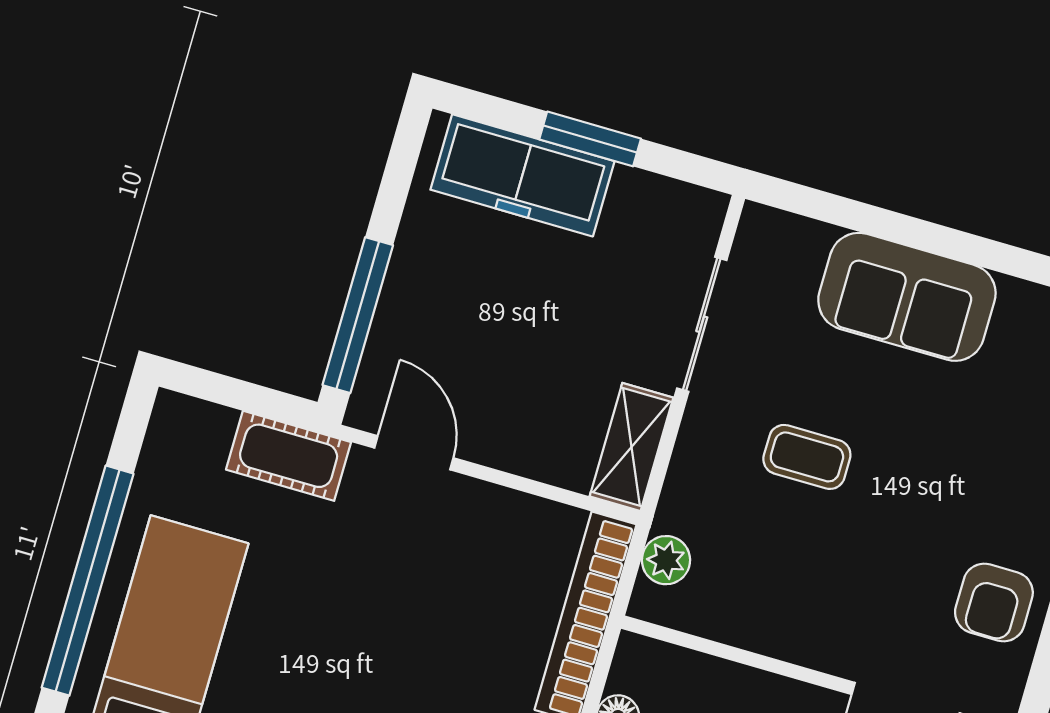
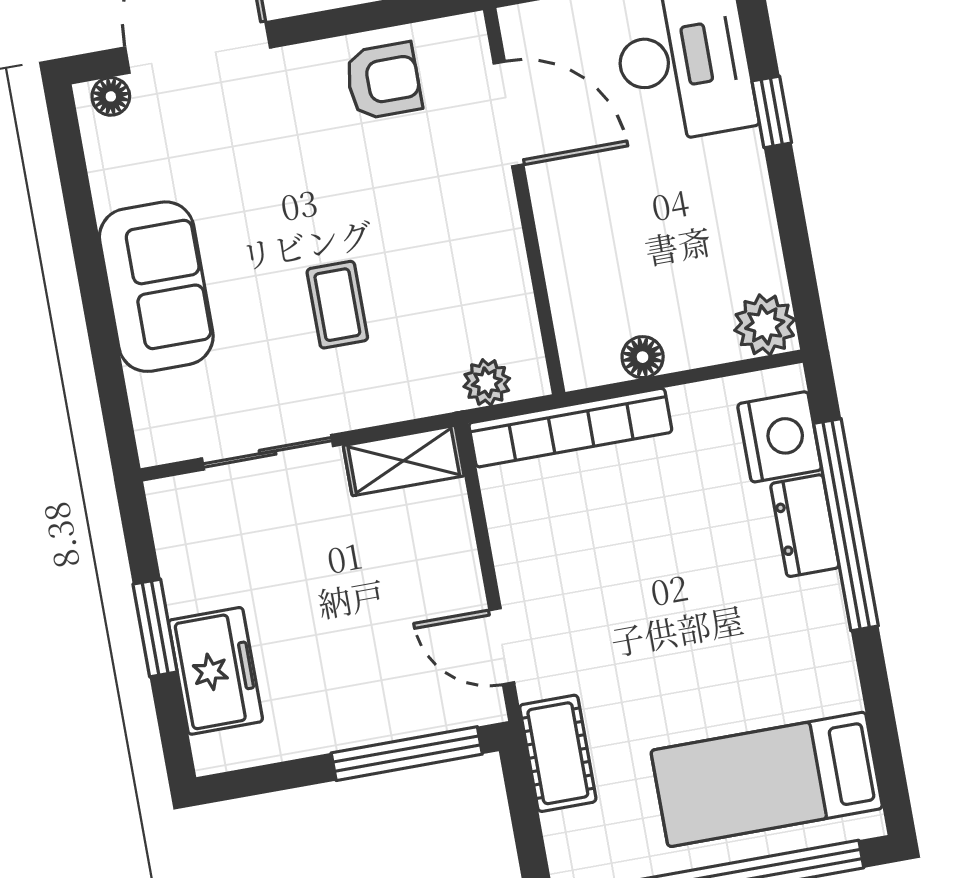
freezer: (522, 175) -> (215, 671), width x0.71
door: (414, 453) -> (502, 646), hinge flipped

